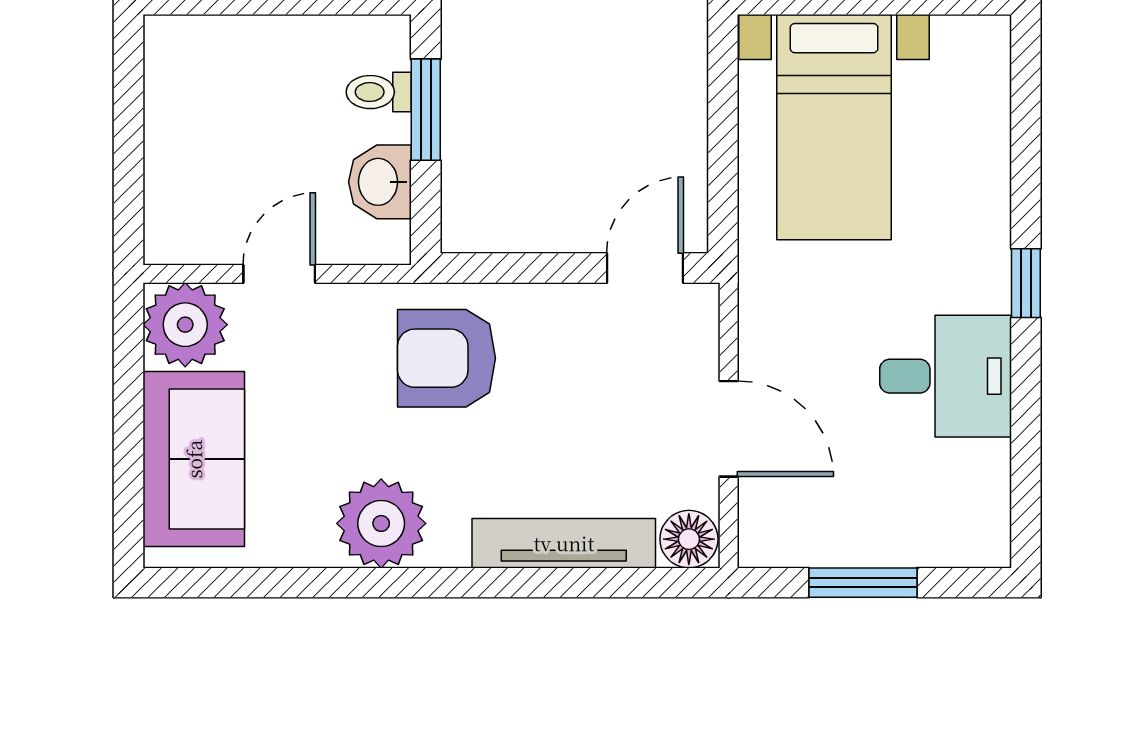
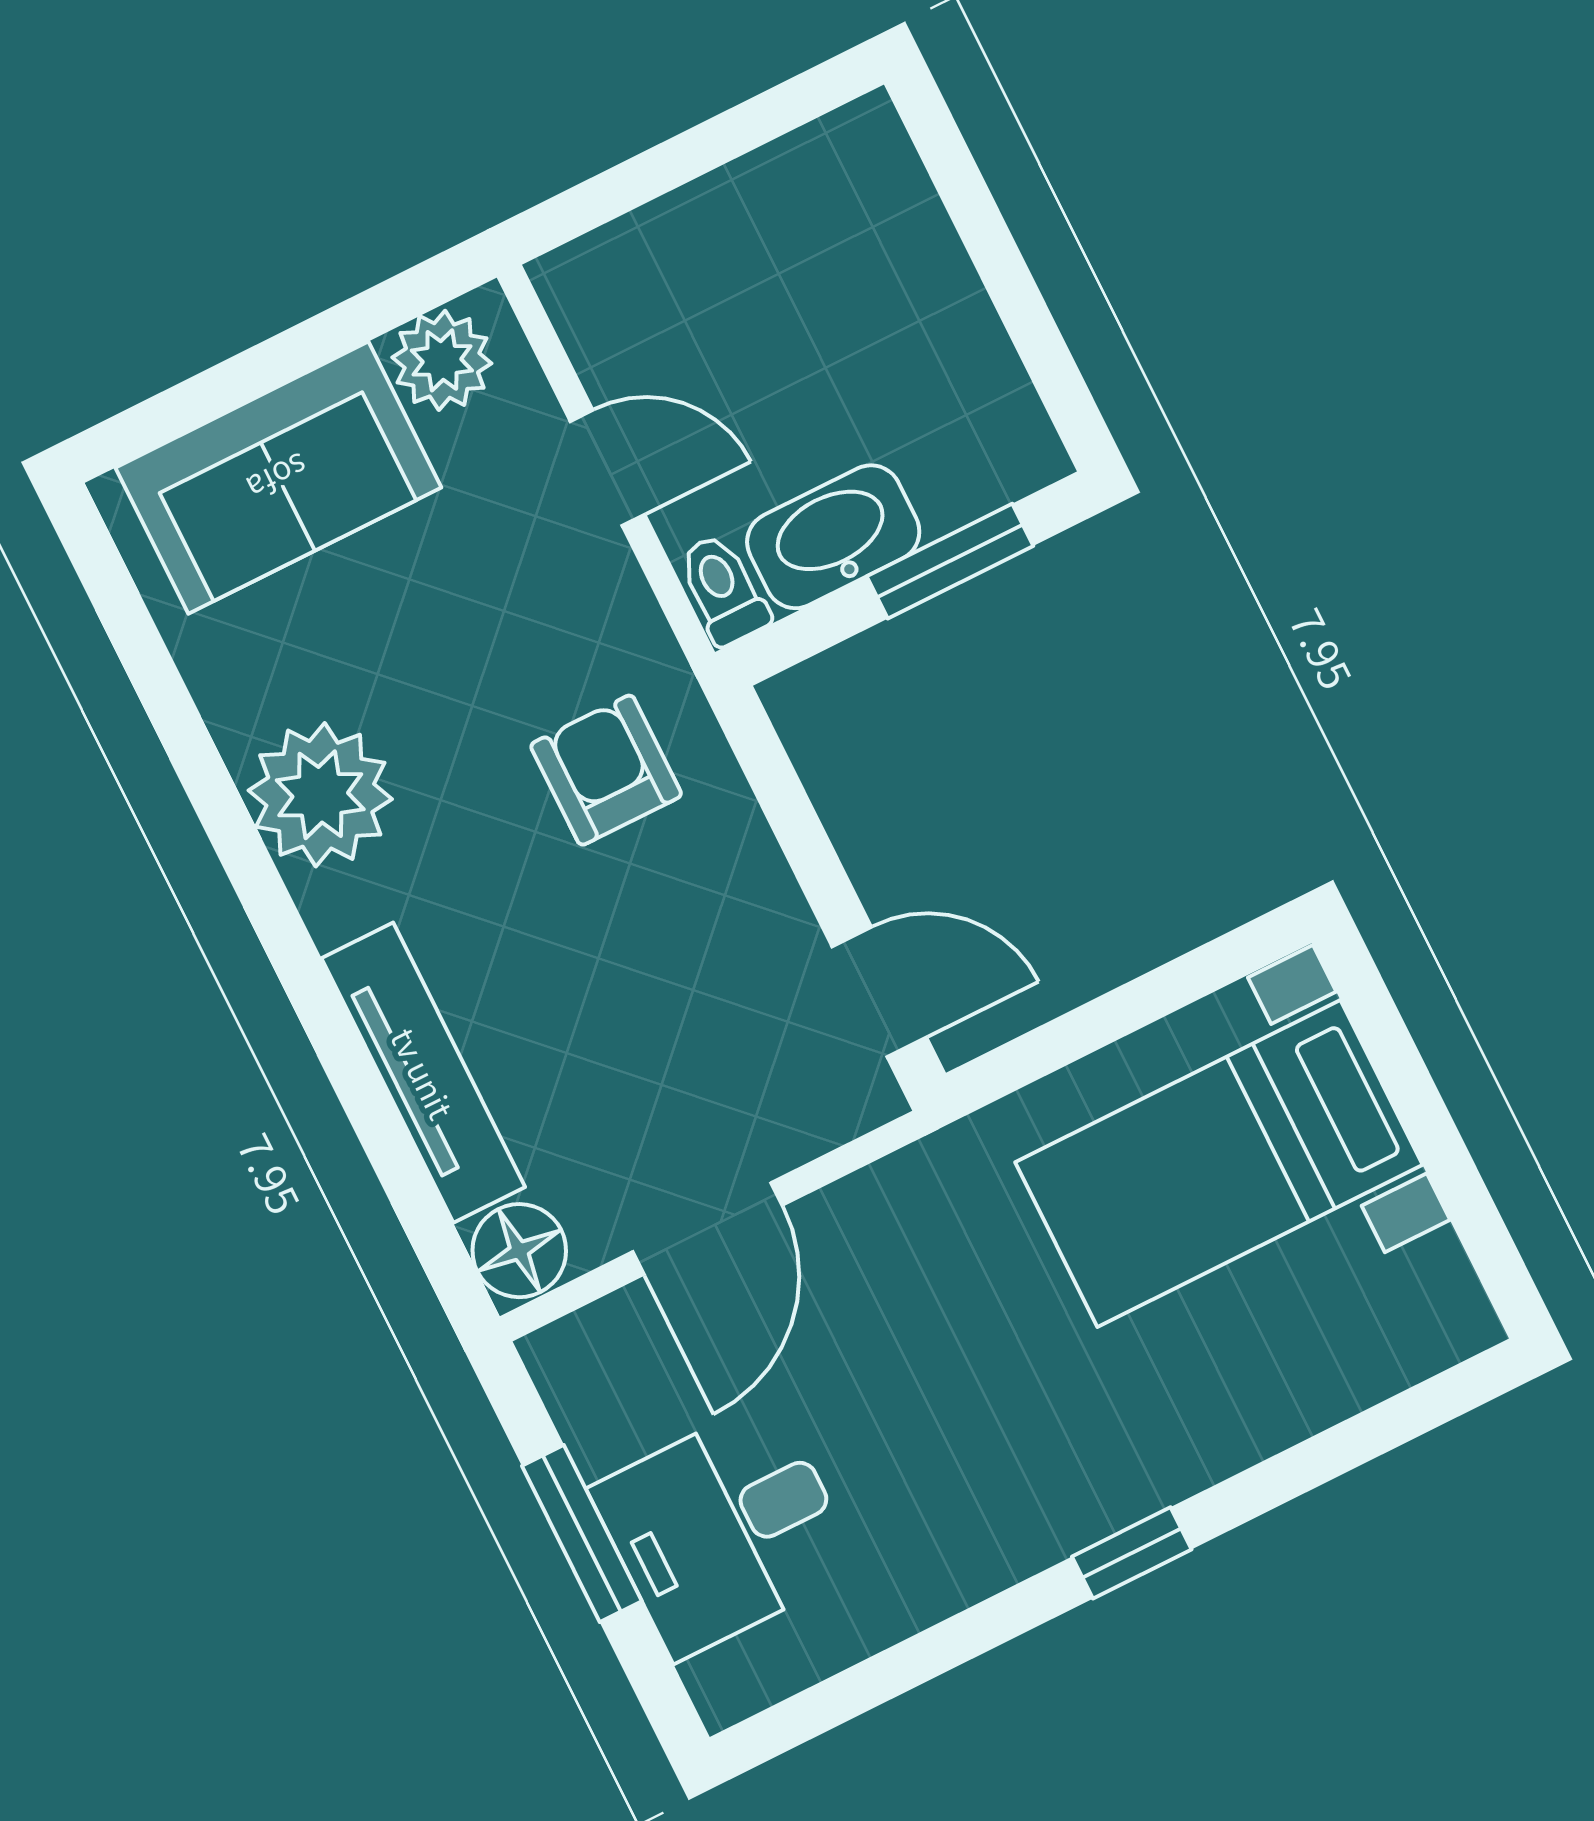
toilet: (379, 92) -> (723, 590), moved
washbasin: (380, 182) -> (833, 537), width x1.38
plant: (185, 325) -> (442, 360), width x0.73, depth x0.73
armchair: (446, 358) -> (606, 770), width x0.72, depth x0.72
desk: (946, 376) -> (725, 1529), moved, turned 90

